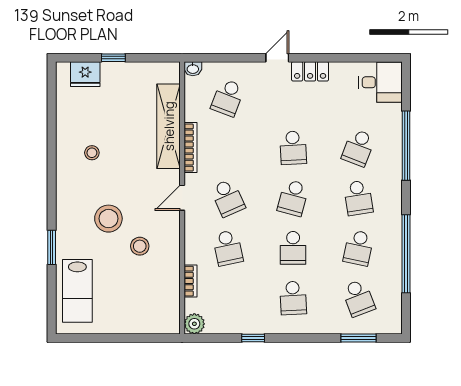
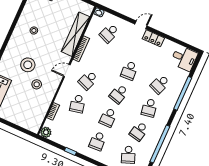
school desk: (228, 198) -> (88, 80), turned 45

